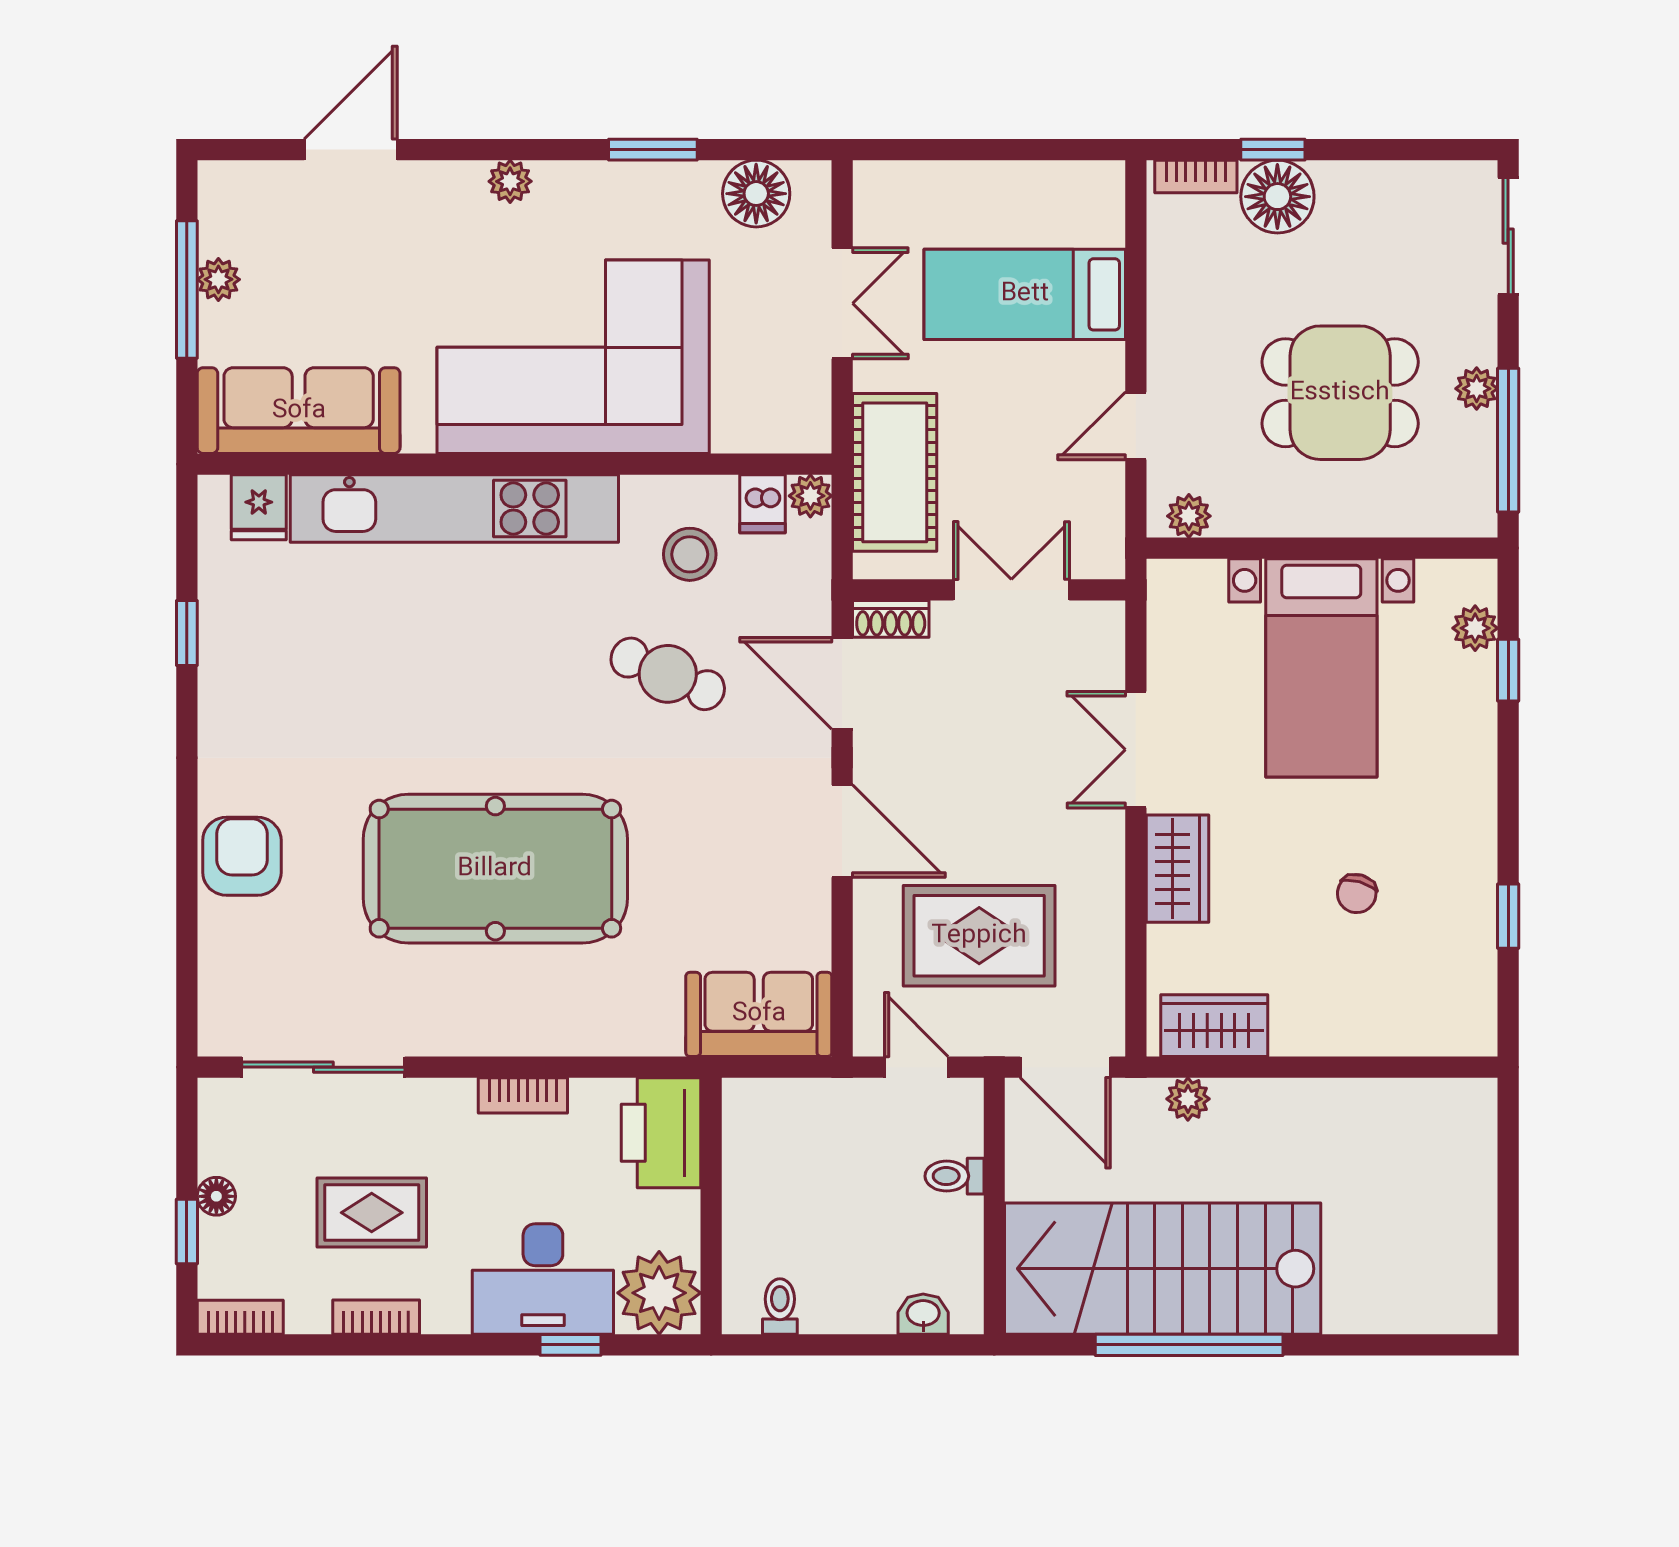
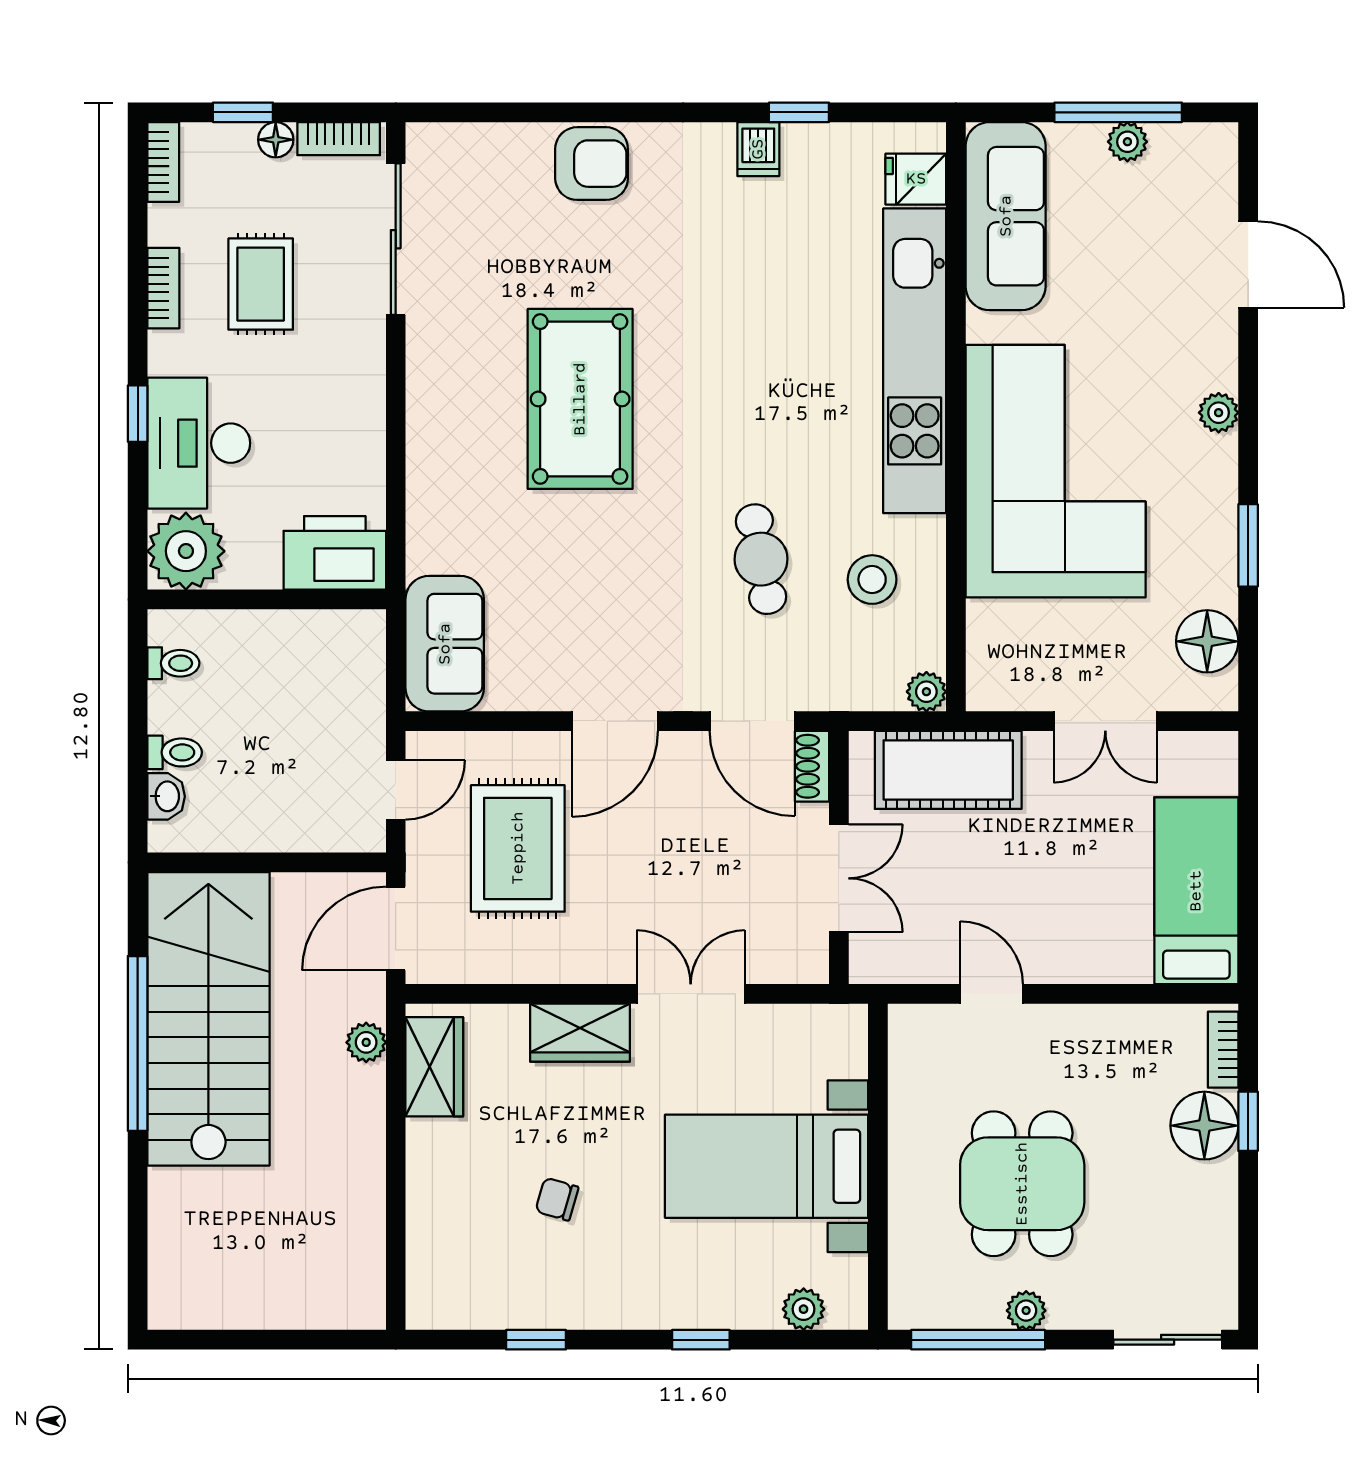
bed: (1025, 294) -> (1196, 891), moved
dishwasher: (762, 504) -> (758, 149), moved, turned -90
plant: (1189, 516) -> (908, 1043), removed
window: (1508, 670) -> (701, 1340), moved
cafe table: (668, 674) -> (761, 559), turned -33
door: (842, 683) -> (752, 721), swing flipped
pool table: (495, 869) -> (580, 399), width x0.73, depth x0.76
bookcase: (523, 1095) -> (339, 139), moved, turned -90
toilet: (954, 1176) -> (175, 752), moved, turned 90
window: (570, 1345) -> (138, 414), moved

